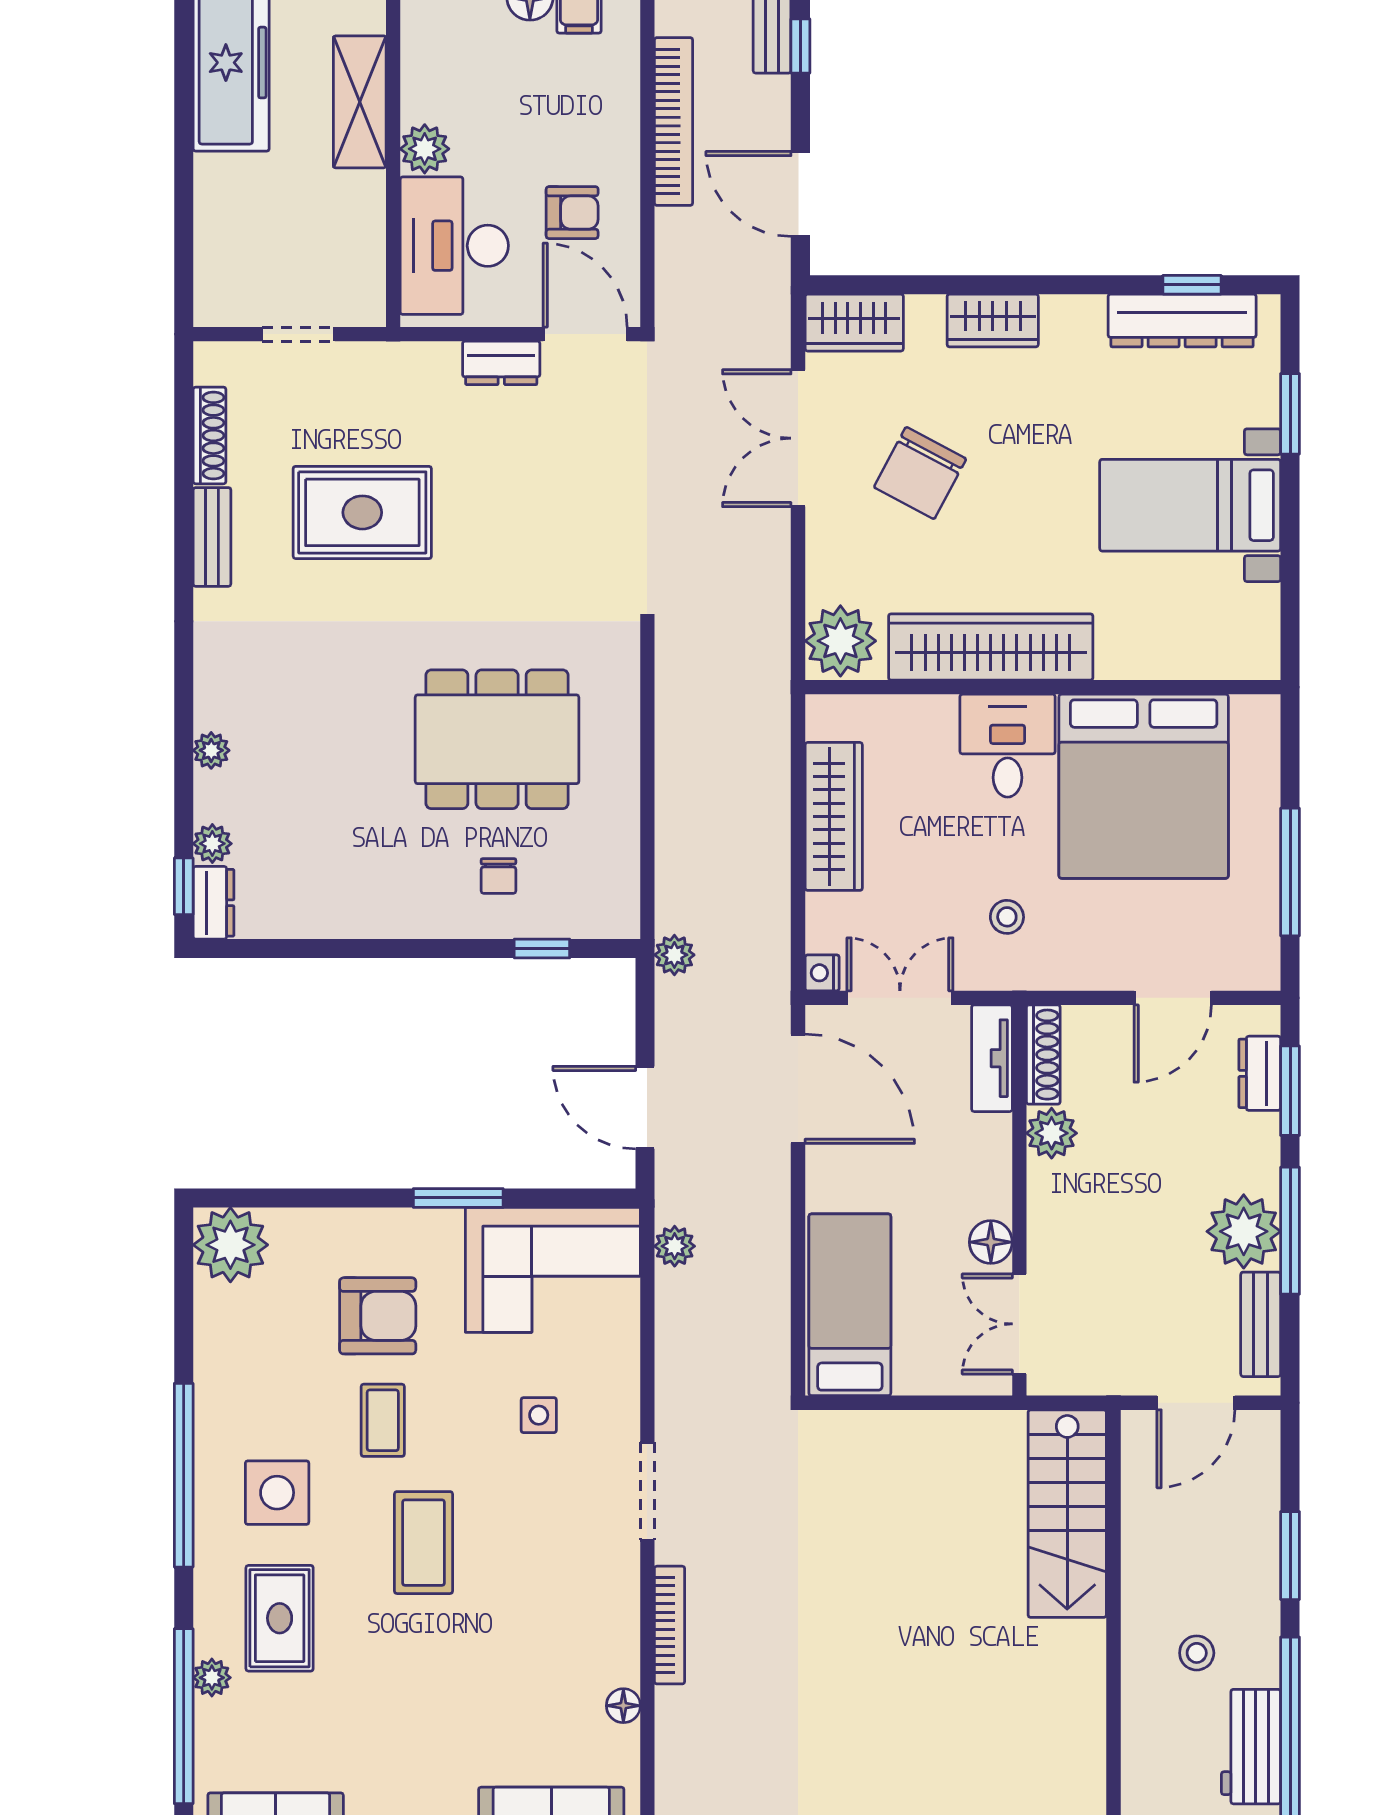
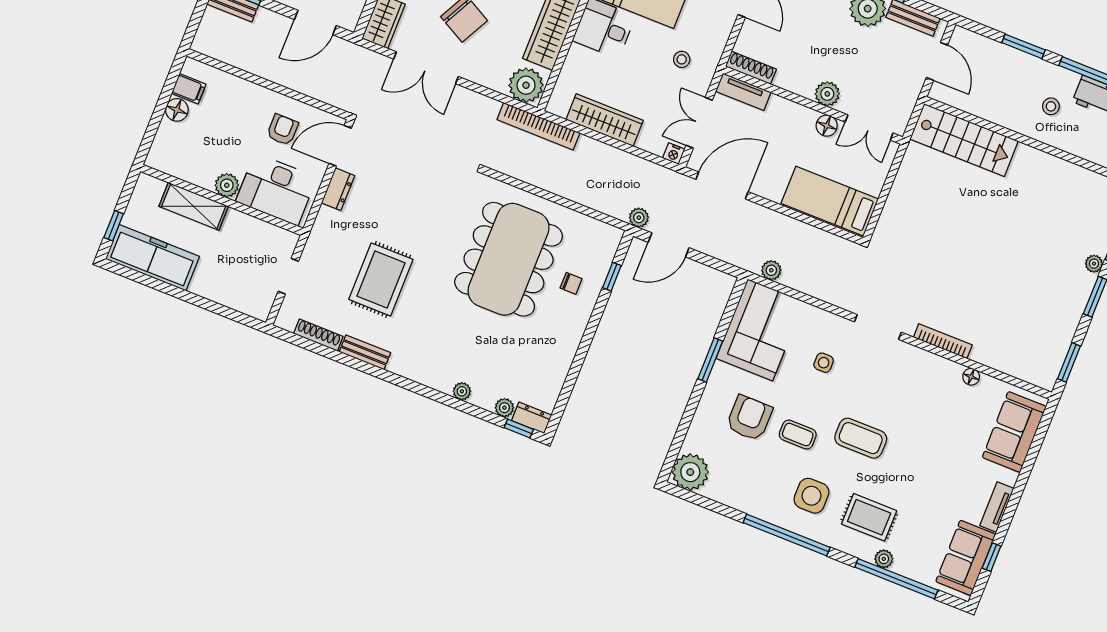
bookcase: (674, 122) -> (538, 126), moved, turned 180
dining table: (497, 739) -> (509, 259), width x1.36, depth x1.24
door: (645, 1108) -> (669, 245), moved
plant: (1052, 1133) -> (827, 94), moved

